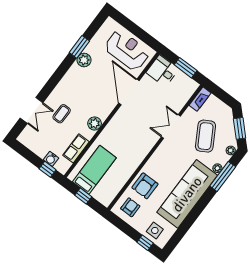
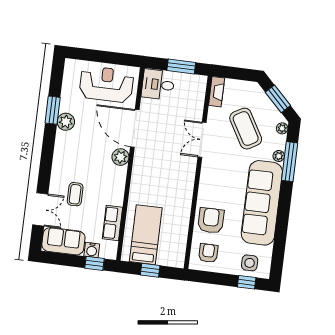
plant: (95, 123) -> (120, 157), moved
sofa: (35, 142) -> (63, 241), added
armchair: (145, 186) -> (211, 221), turned 180

